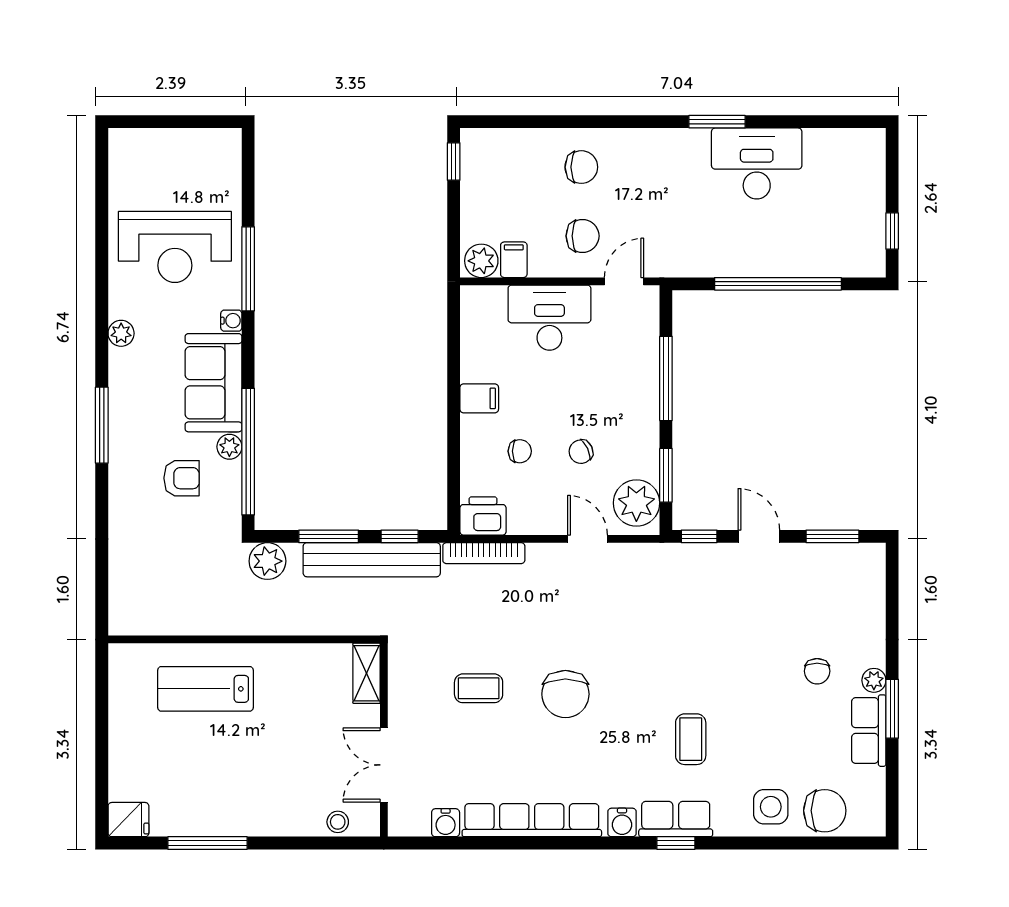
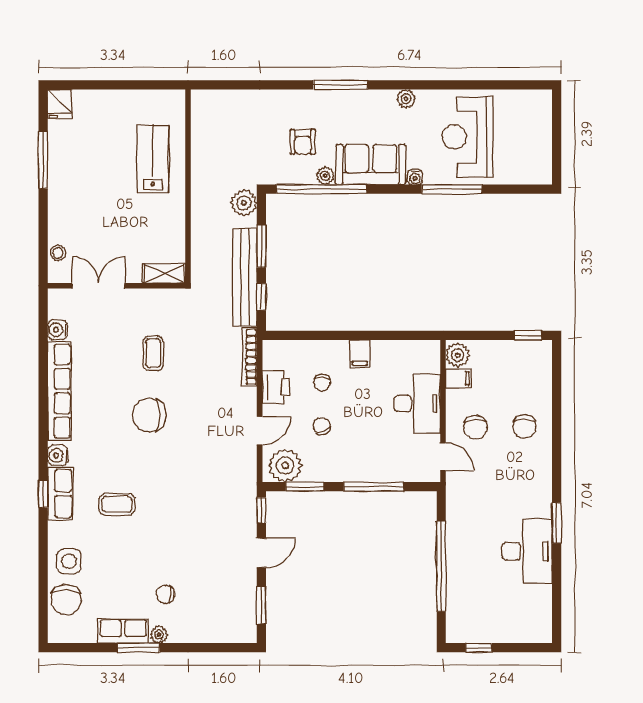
printer: (483, 516) -> (276, 387), moved

